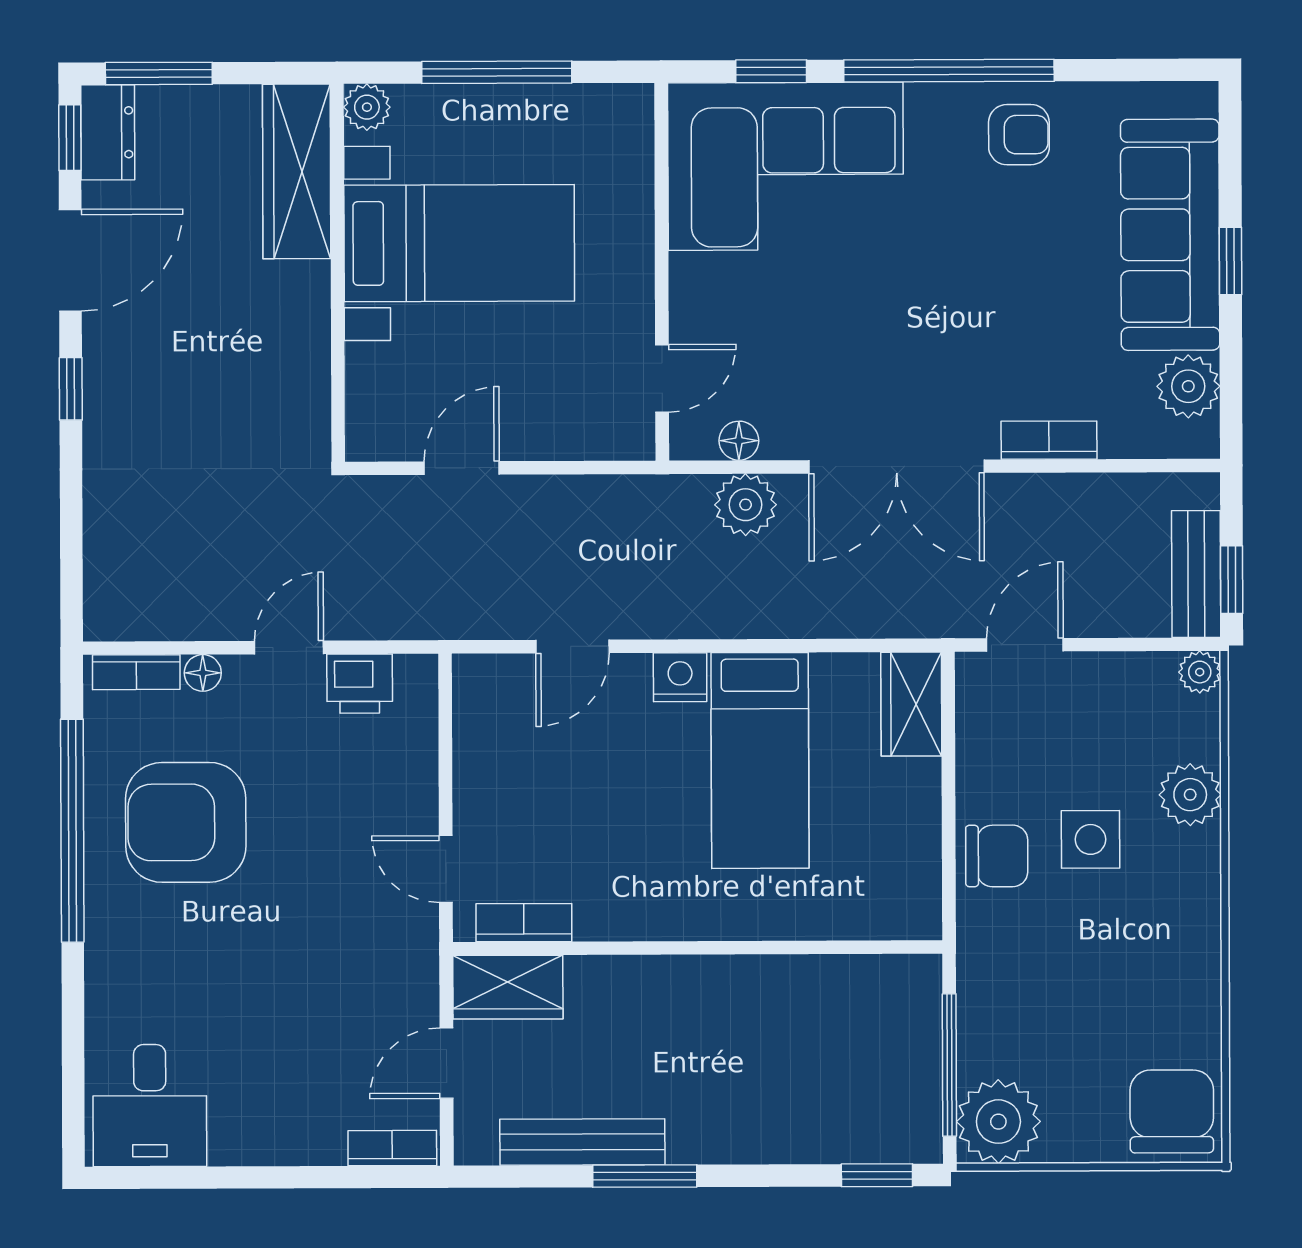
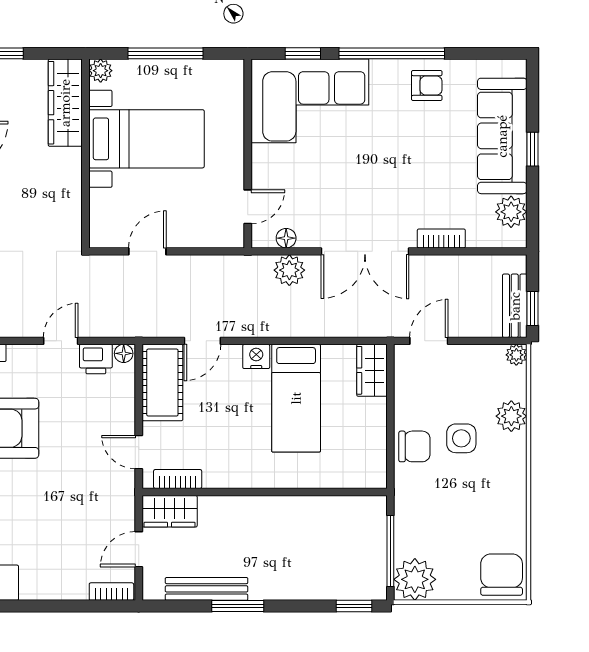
floor lamp: (203, 673) -> (124, 353), moved
cot: (493, 730) -> (162, 383), added

